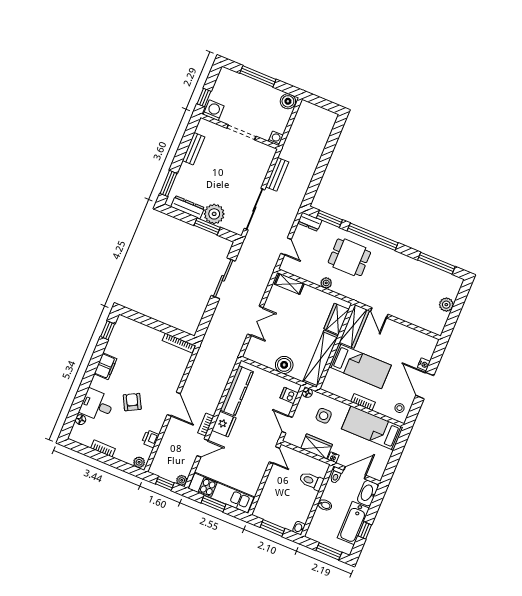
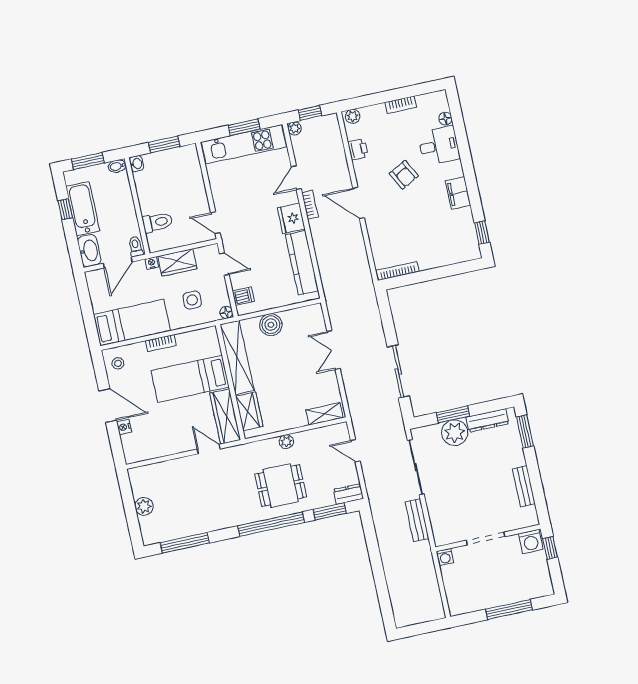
boiler: (288, 101) -> (459, 605), removed
bidet: (325, 505) -> (117, 166), moved

